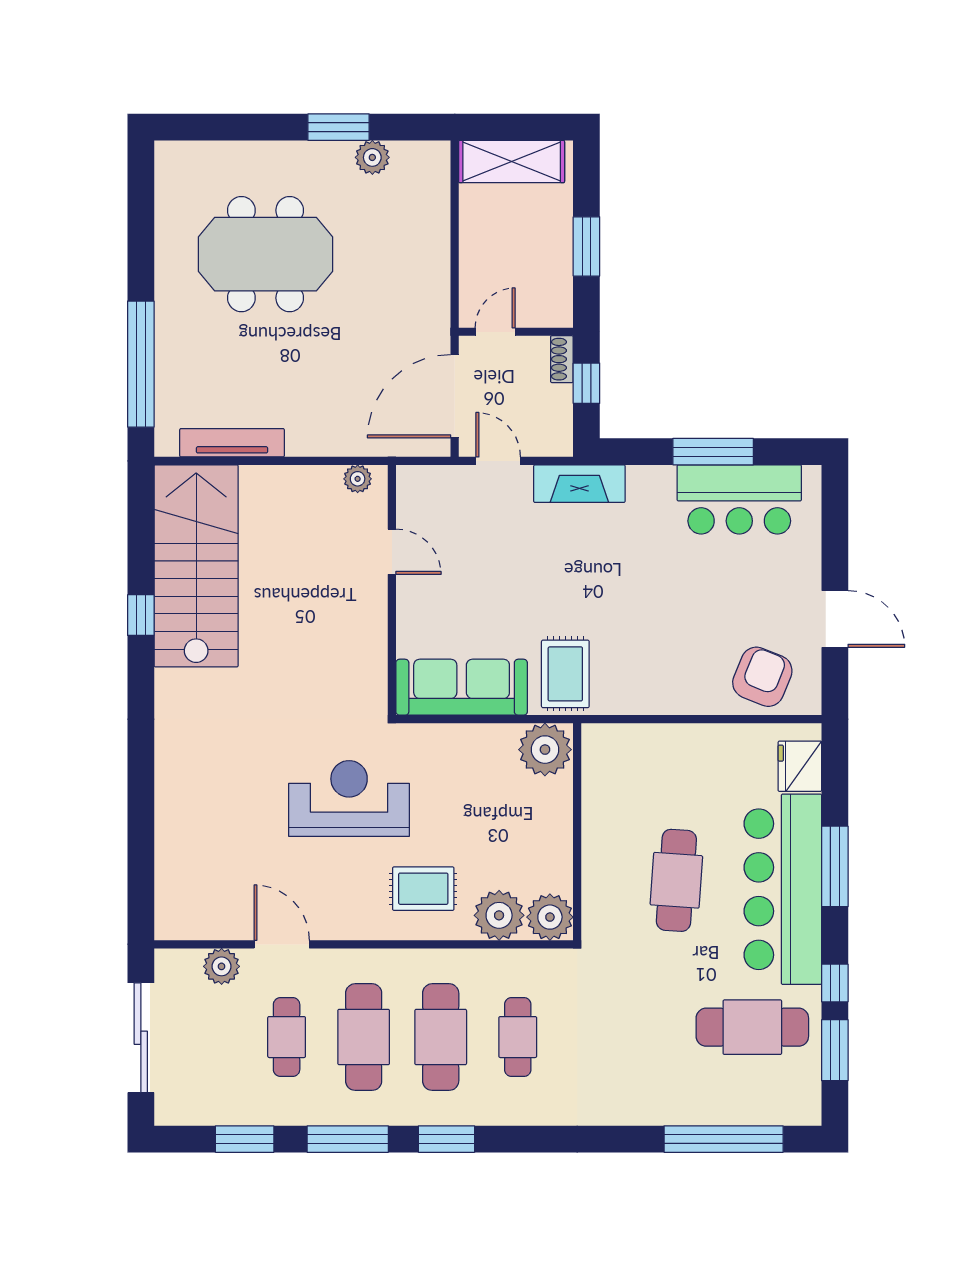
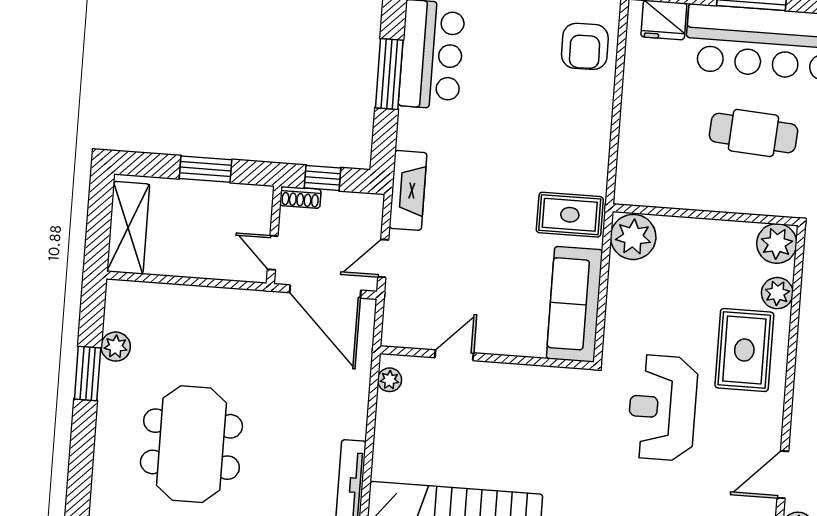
armchair: (762, 677) -> (585, 46), turned -113
rug: (423, 889) -> (744, 350), width x1.36, depth x1.43
plant: (499, 915) -> (777, 293), width x0.73, depth x0.73

